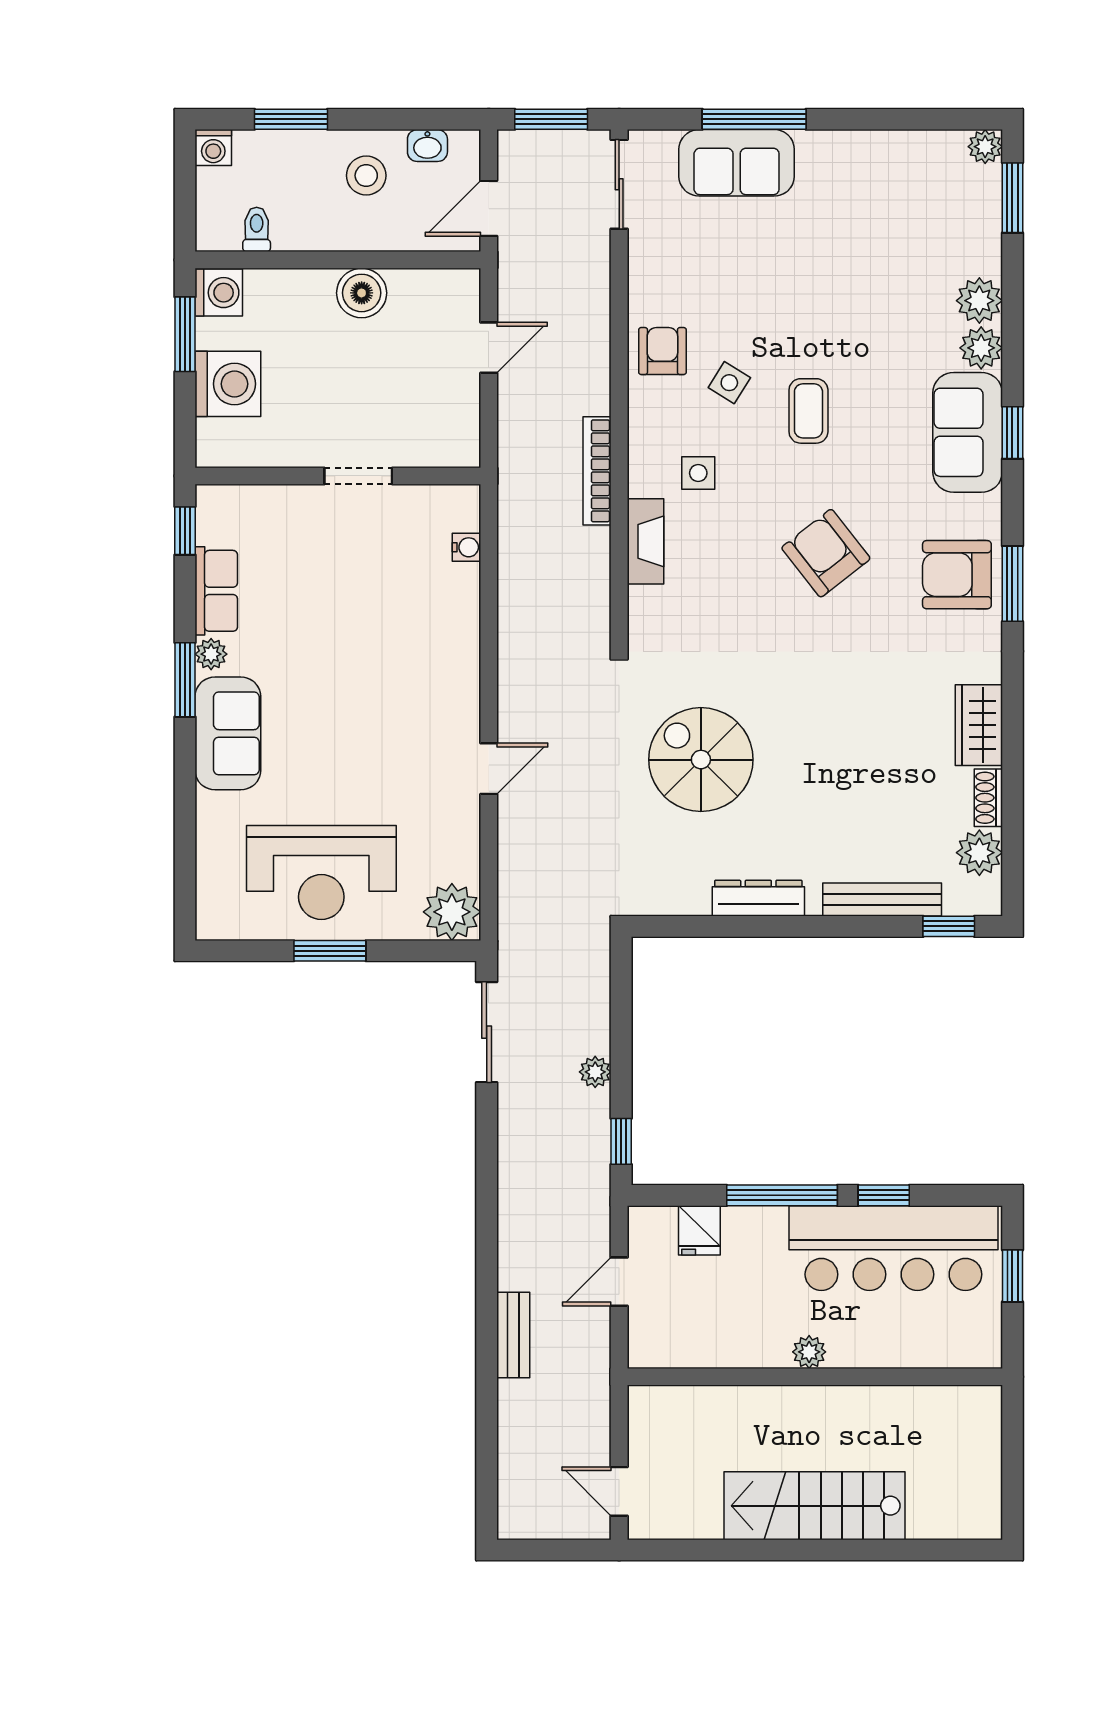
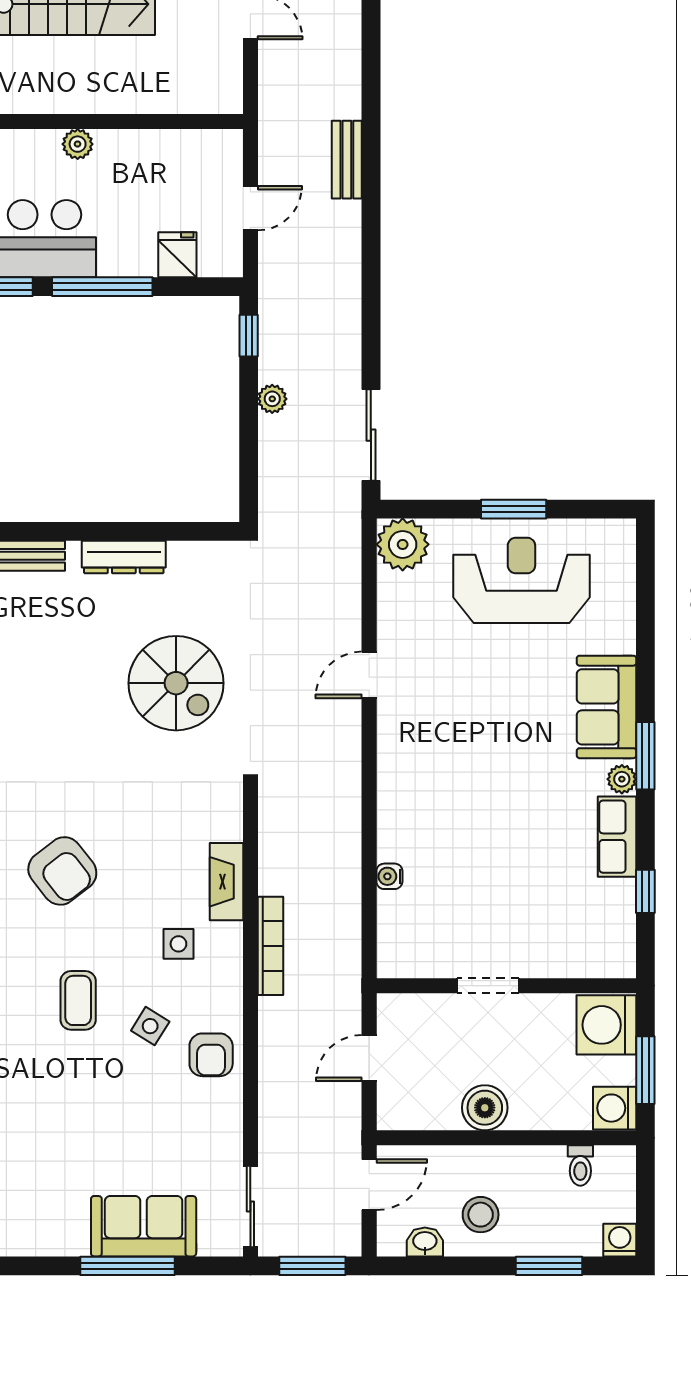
wall: (338, 476) -> (506, 986), moved
doorway: (358, 476) -> (488, 986), moved

